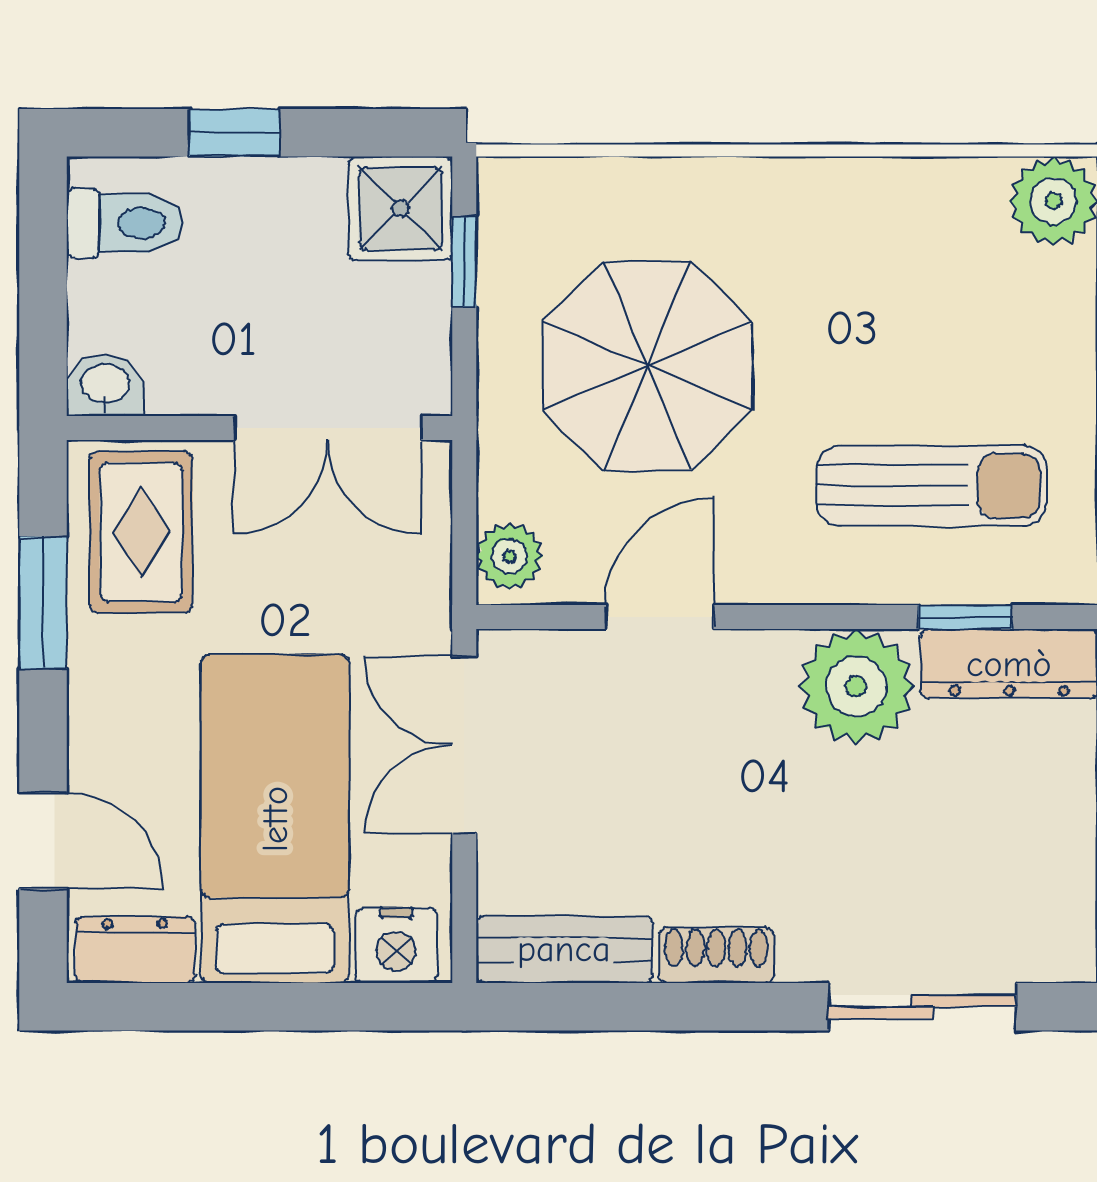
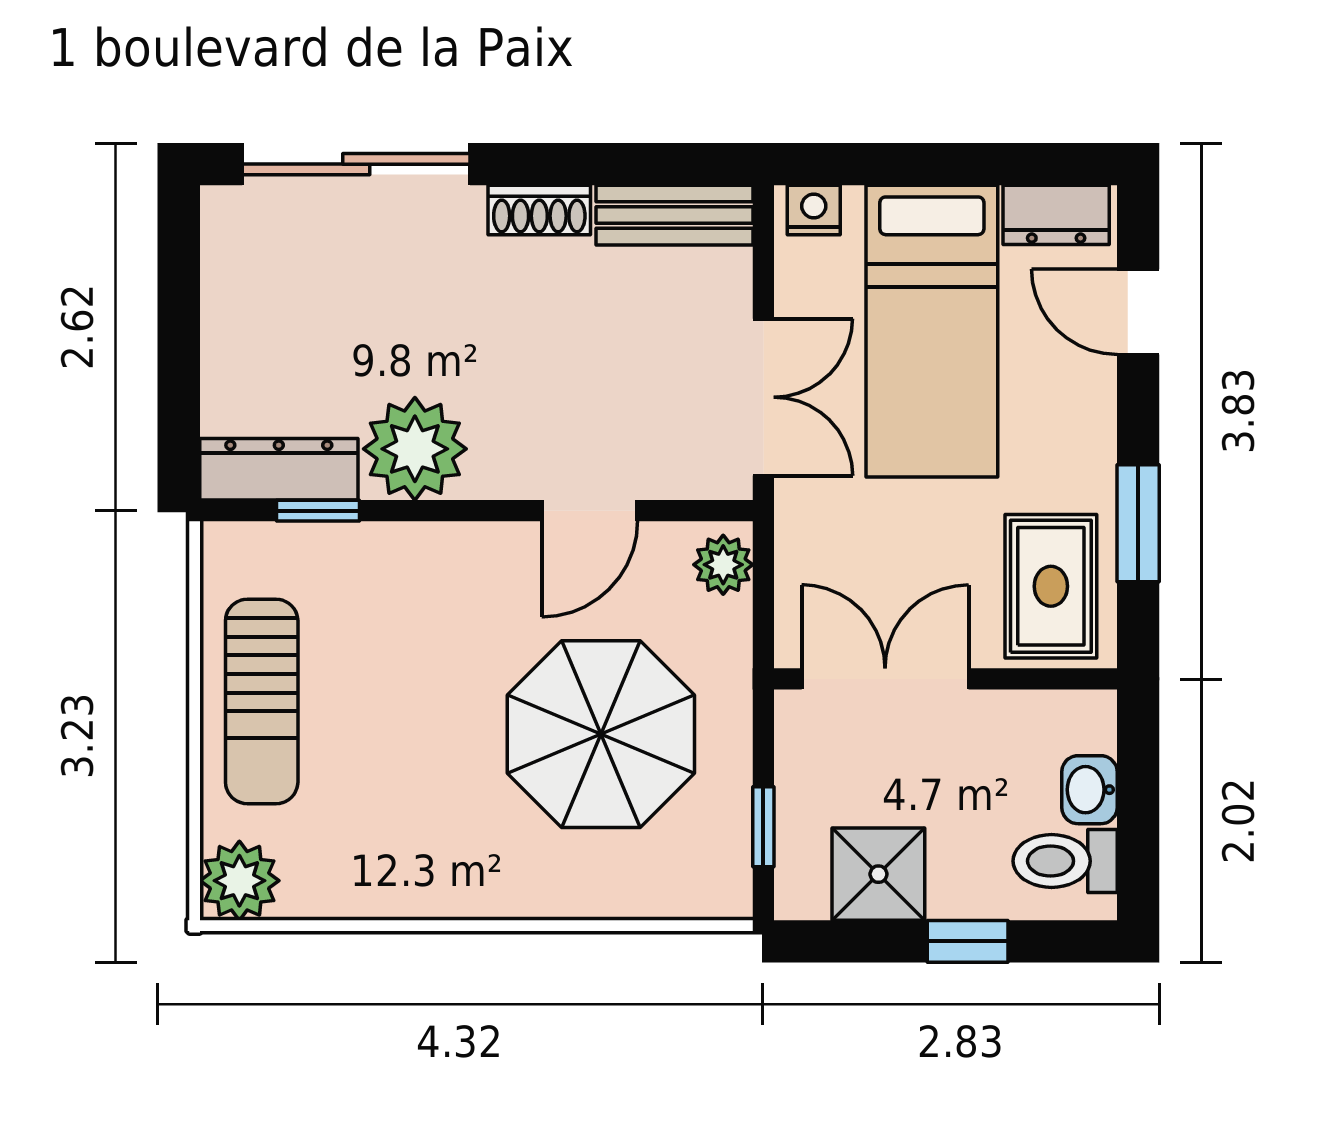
shower: (400, 208) -> (878, 874), moved
washbasin: (105, 385) -> (1089, 790), moved, turned 90
sun lounger: (932, 486) -> (262, 701), moved, turned -90
nightstand: (396, 945) -> (814, 210), width x0.72, depth x0.74
sliding door: (922, 1007) -> (356, 164), width x1.37

